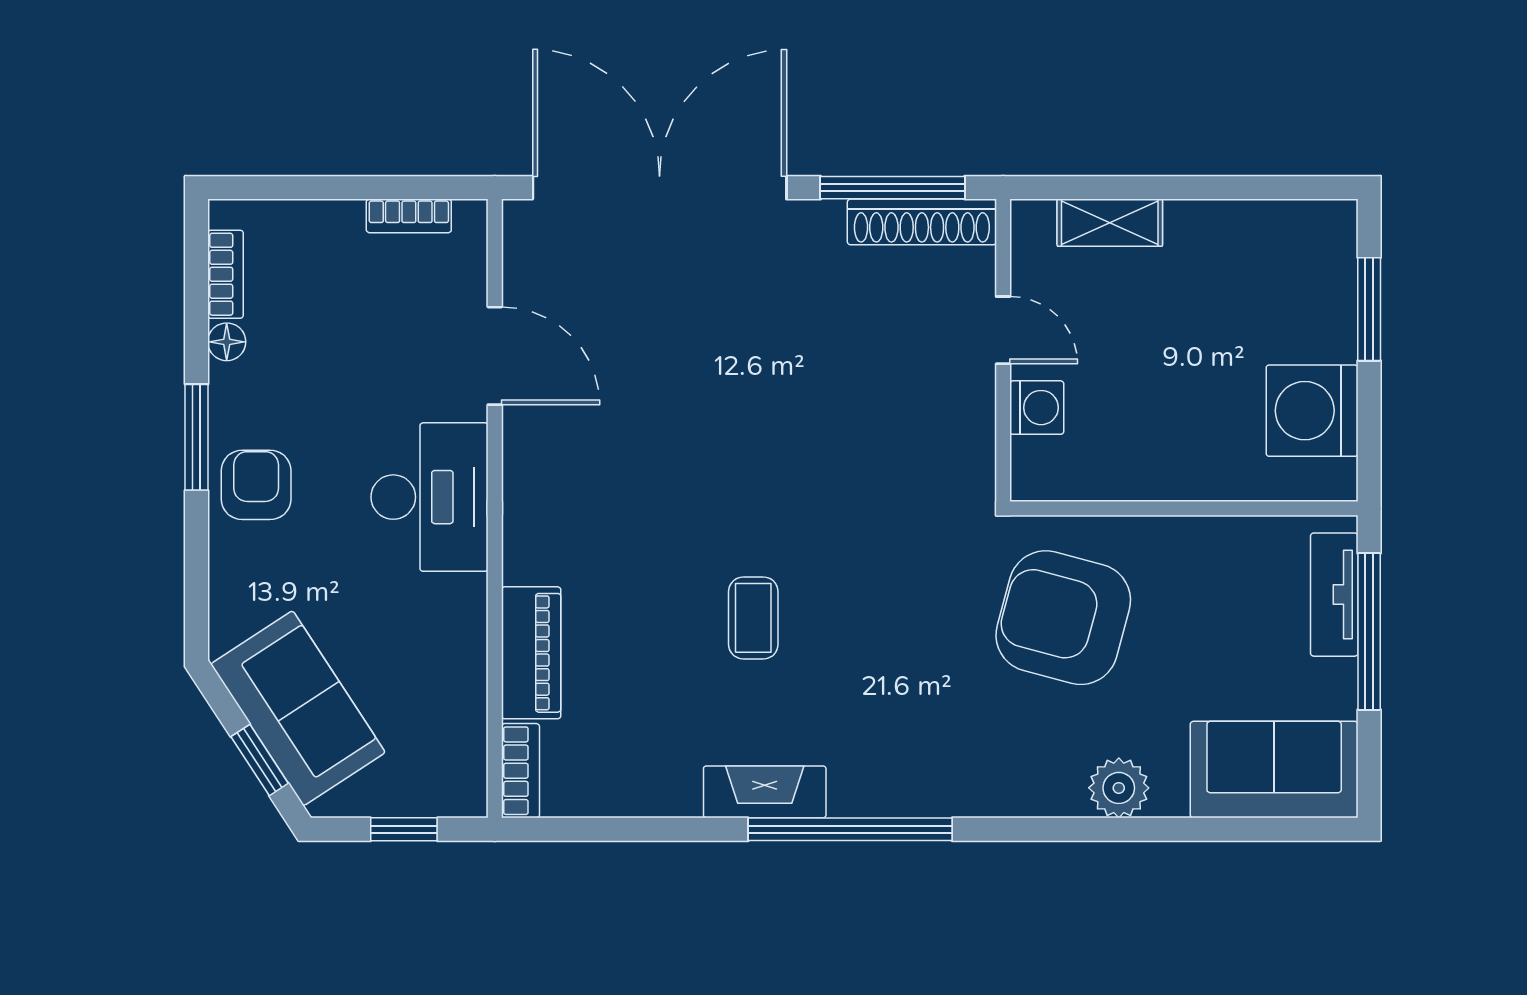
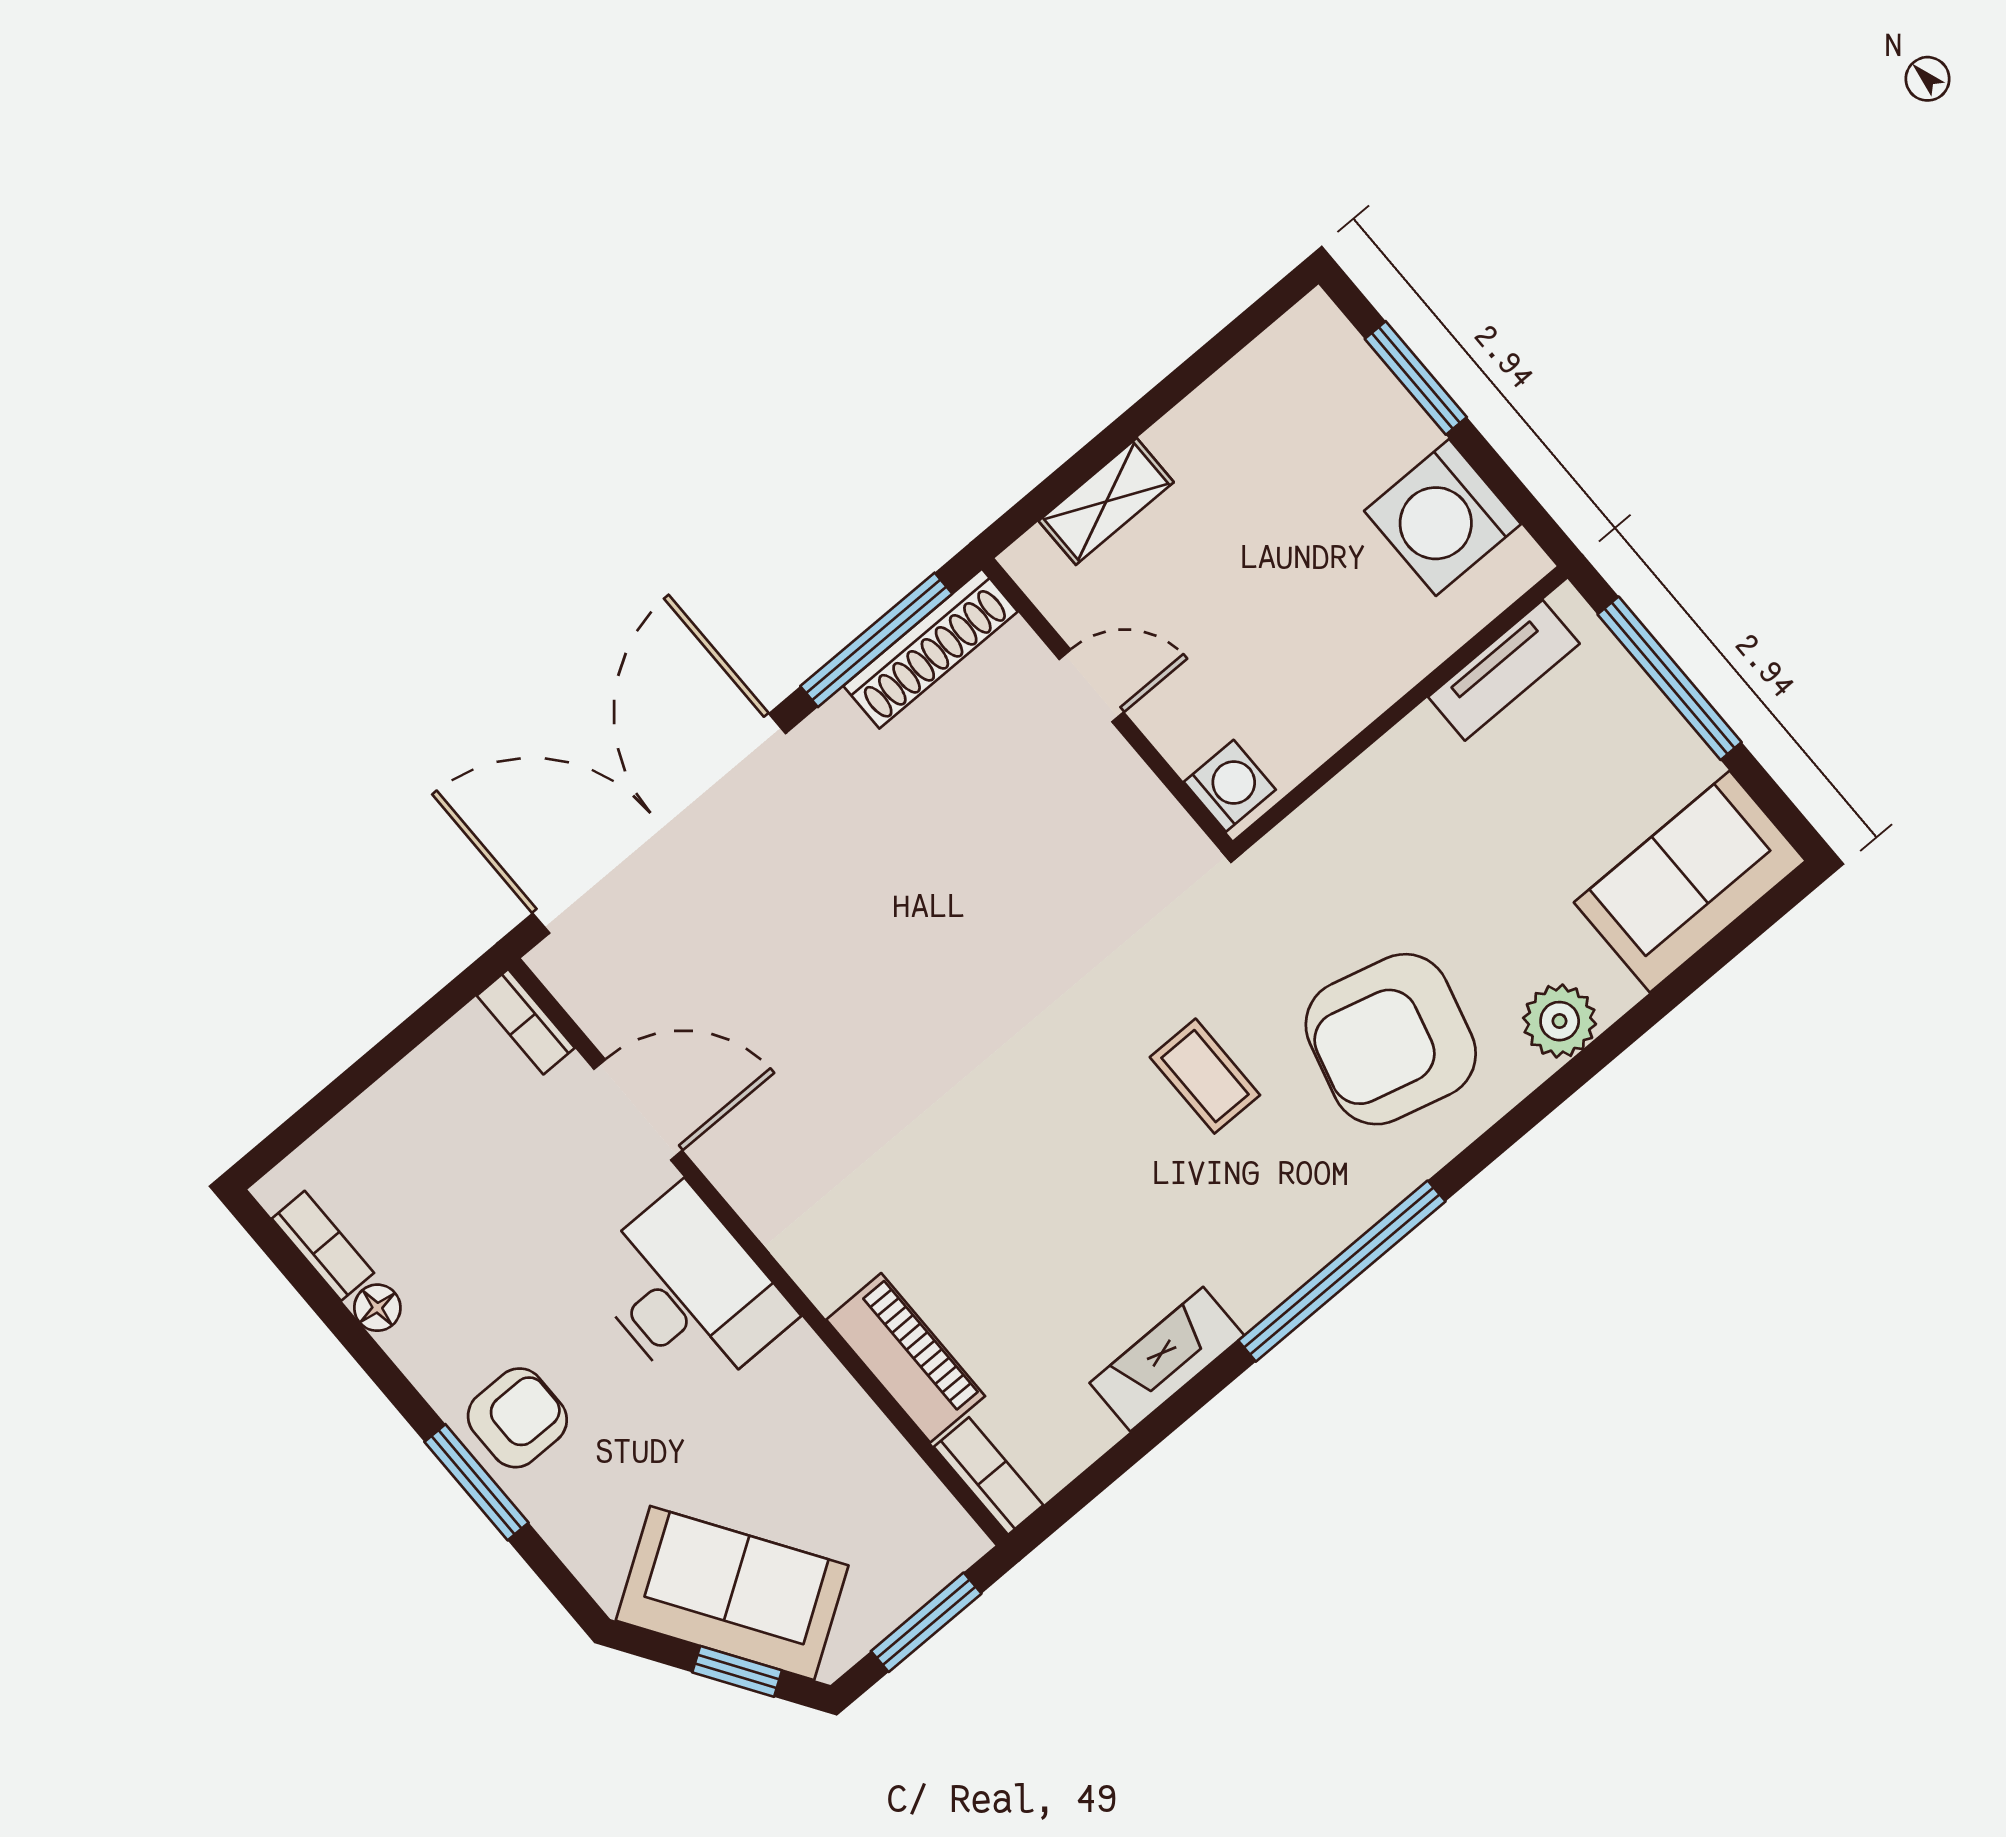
bookcase: (409, 216) -> (526, 1022), moved, turned 90
washing machine: (1037, 408) -> (1230, 786), moved
window: (196, 437) -> (477, 1482), moved
armchair: (256, 485) -> (517, 1418), turned 90
tv unit: (1334, 595) -> (1504, 670), moved, turned -90
coffee table: (753, 618) -> (1205, 1076), moved
armchair: (1063, 618) -> (1391, 1039), moved
fireplace: (765, 792) -> (1167, 1359), moved
window: (404, 829) -> (926, 1622), width x1.50

